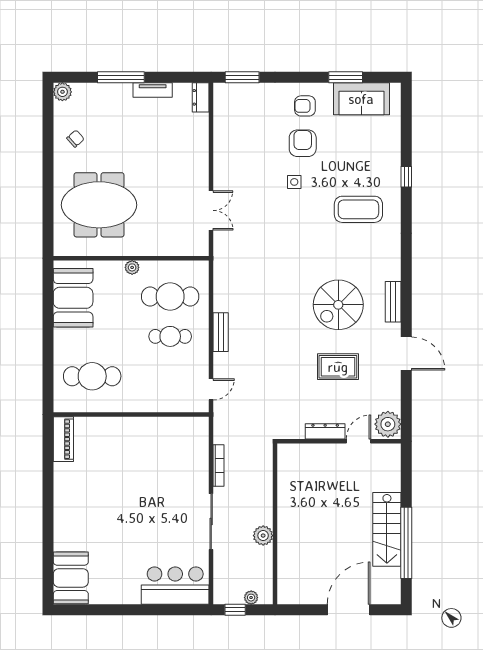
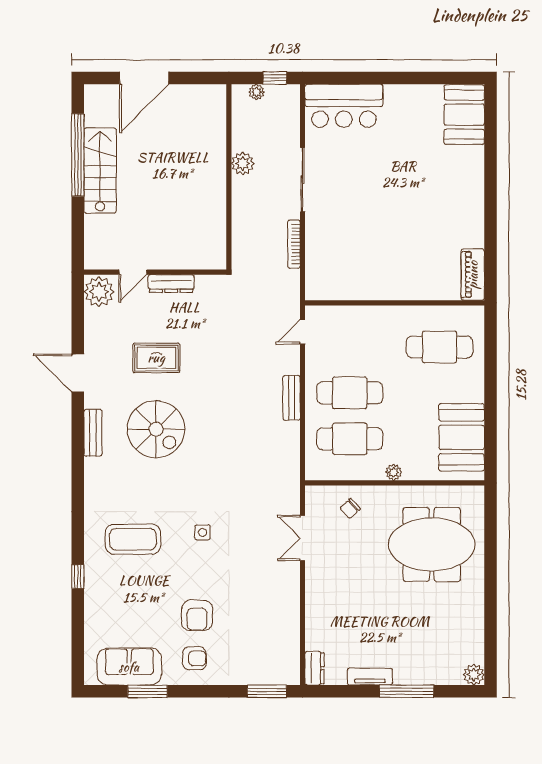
chair: (75, 139) -> (350, 508), moved
side table: (294, 182) -> (203, 532), moved
spiral stairs: (338, 305) -> (156, 429), turned 90
cafe table: (170, 336) -> (350, 393), width x1.37, depth x1.35

